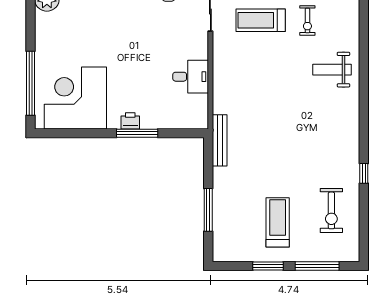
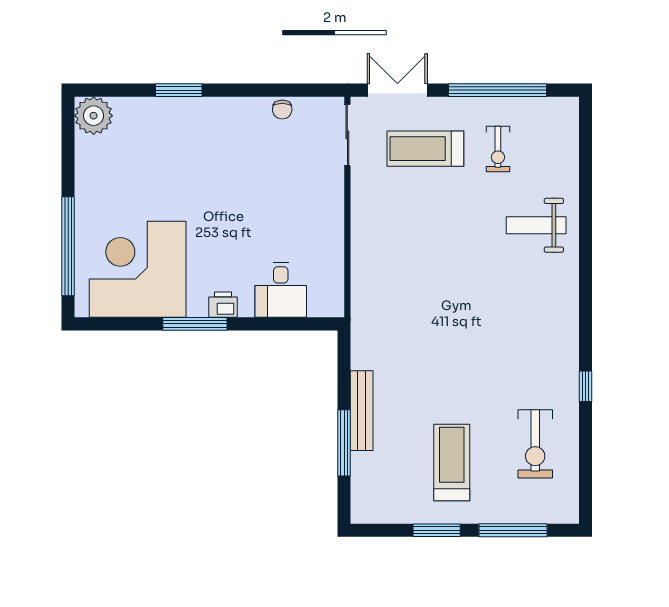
desk: (191, 77) -> (281, 290), moved, turned 90
window: (137, 133) -> (195, 324), moved
bench: (220, 140) -> (362, 411), moved

